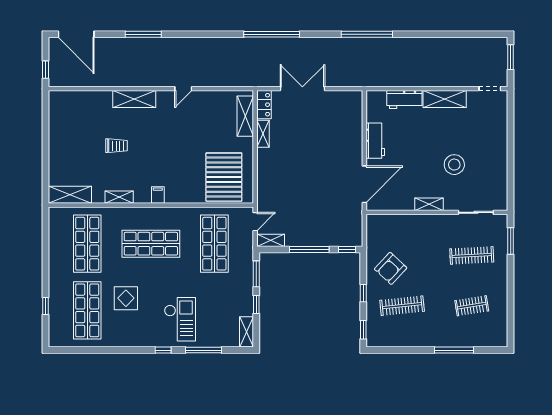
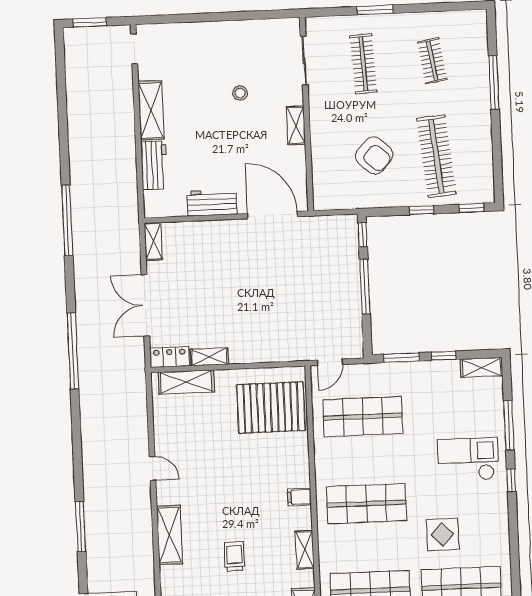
stool: (454, 165) -> (240, 93), width x0.53, depth x0.53
door: (255, 222) -> (330, 362), swing flipped
shelving: (271, 240) -> (153, 241), moved
window: (511, 241) -> (375, 10), moved
shop shelf: (151, 244) -> (367, 504), turned 90
armchair: (391, 268) -> (374, 155), moved
clothes rail: (402, 306) -> (436, 156), width x1.37, depth x1.31

